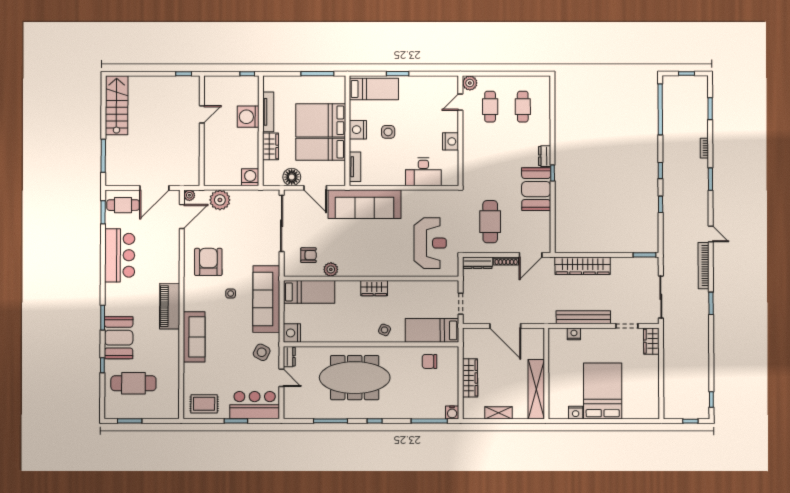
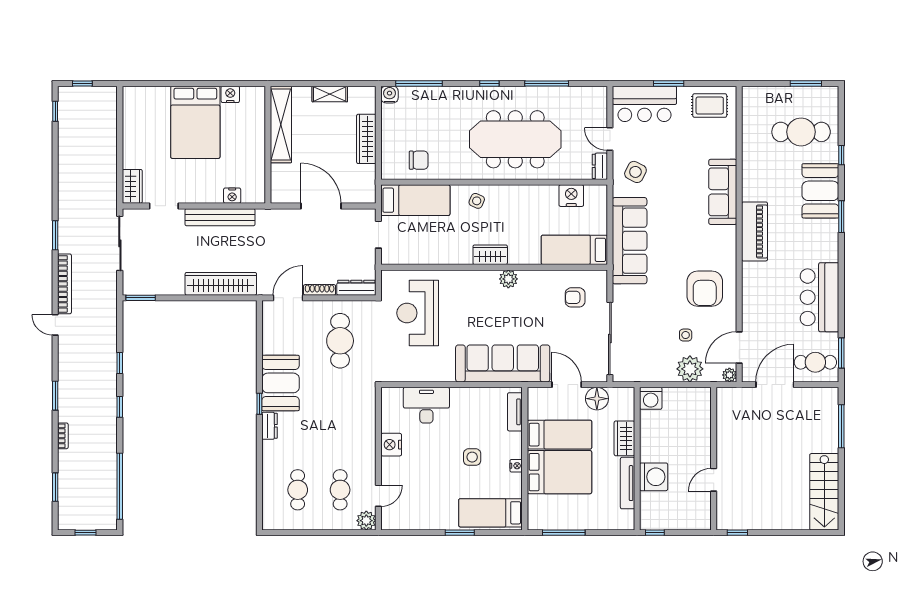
nightstand: (358, 130) -> (516, 466), width x0.53, depth x0.56
plant: (331, 269) -> (508, 279), moved
side table: (231, 293) -> (686, 335), moved
nightstand: (292, 333) -> (571, 196), moved, turned -90

